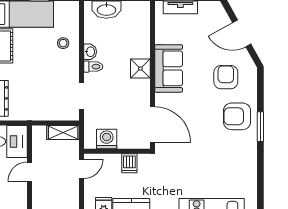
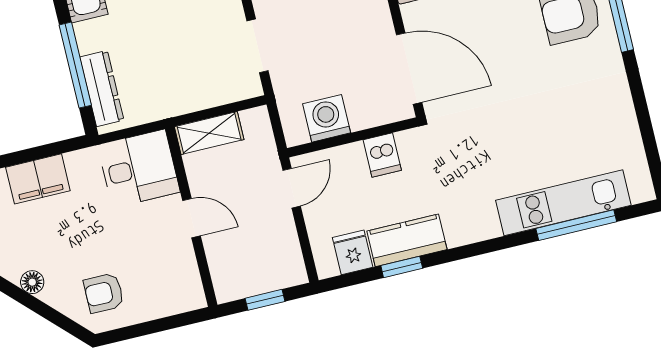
shelving: (63, 133) -> (209, 133), moved
door: (30, 172) -> (192, 218), swing flipped

